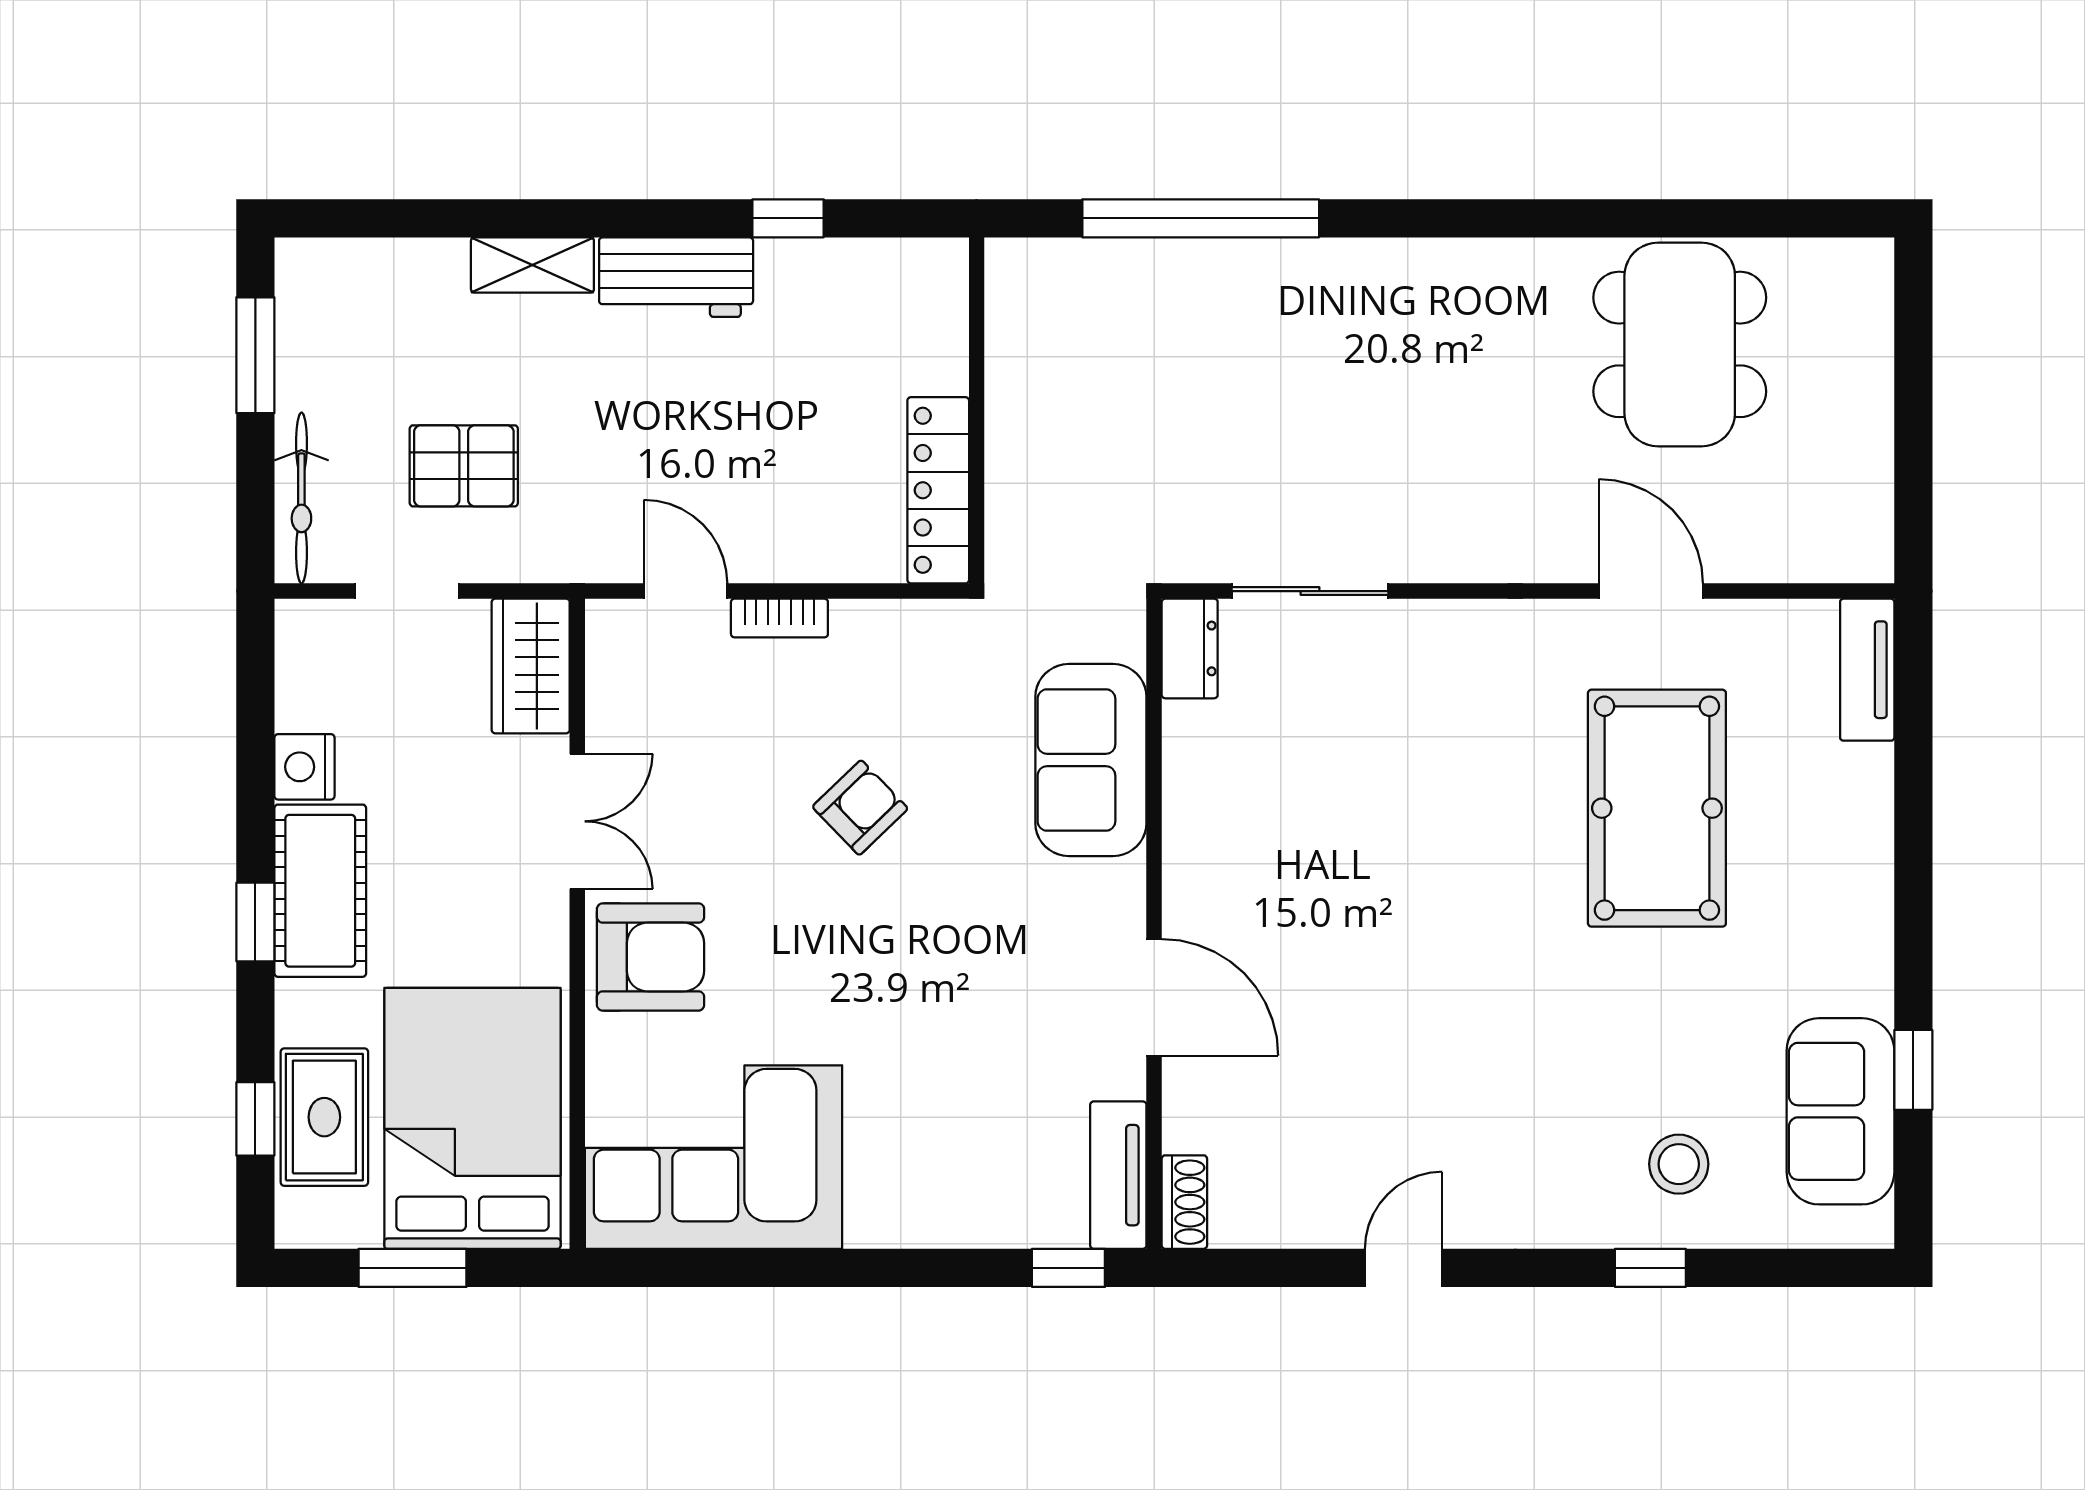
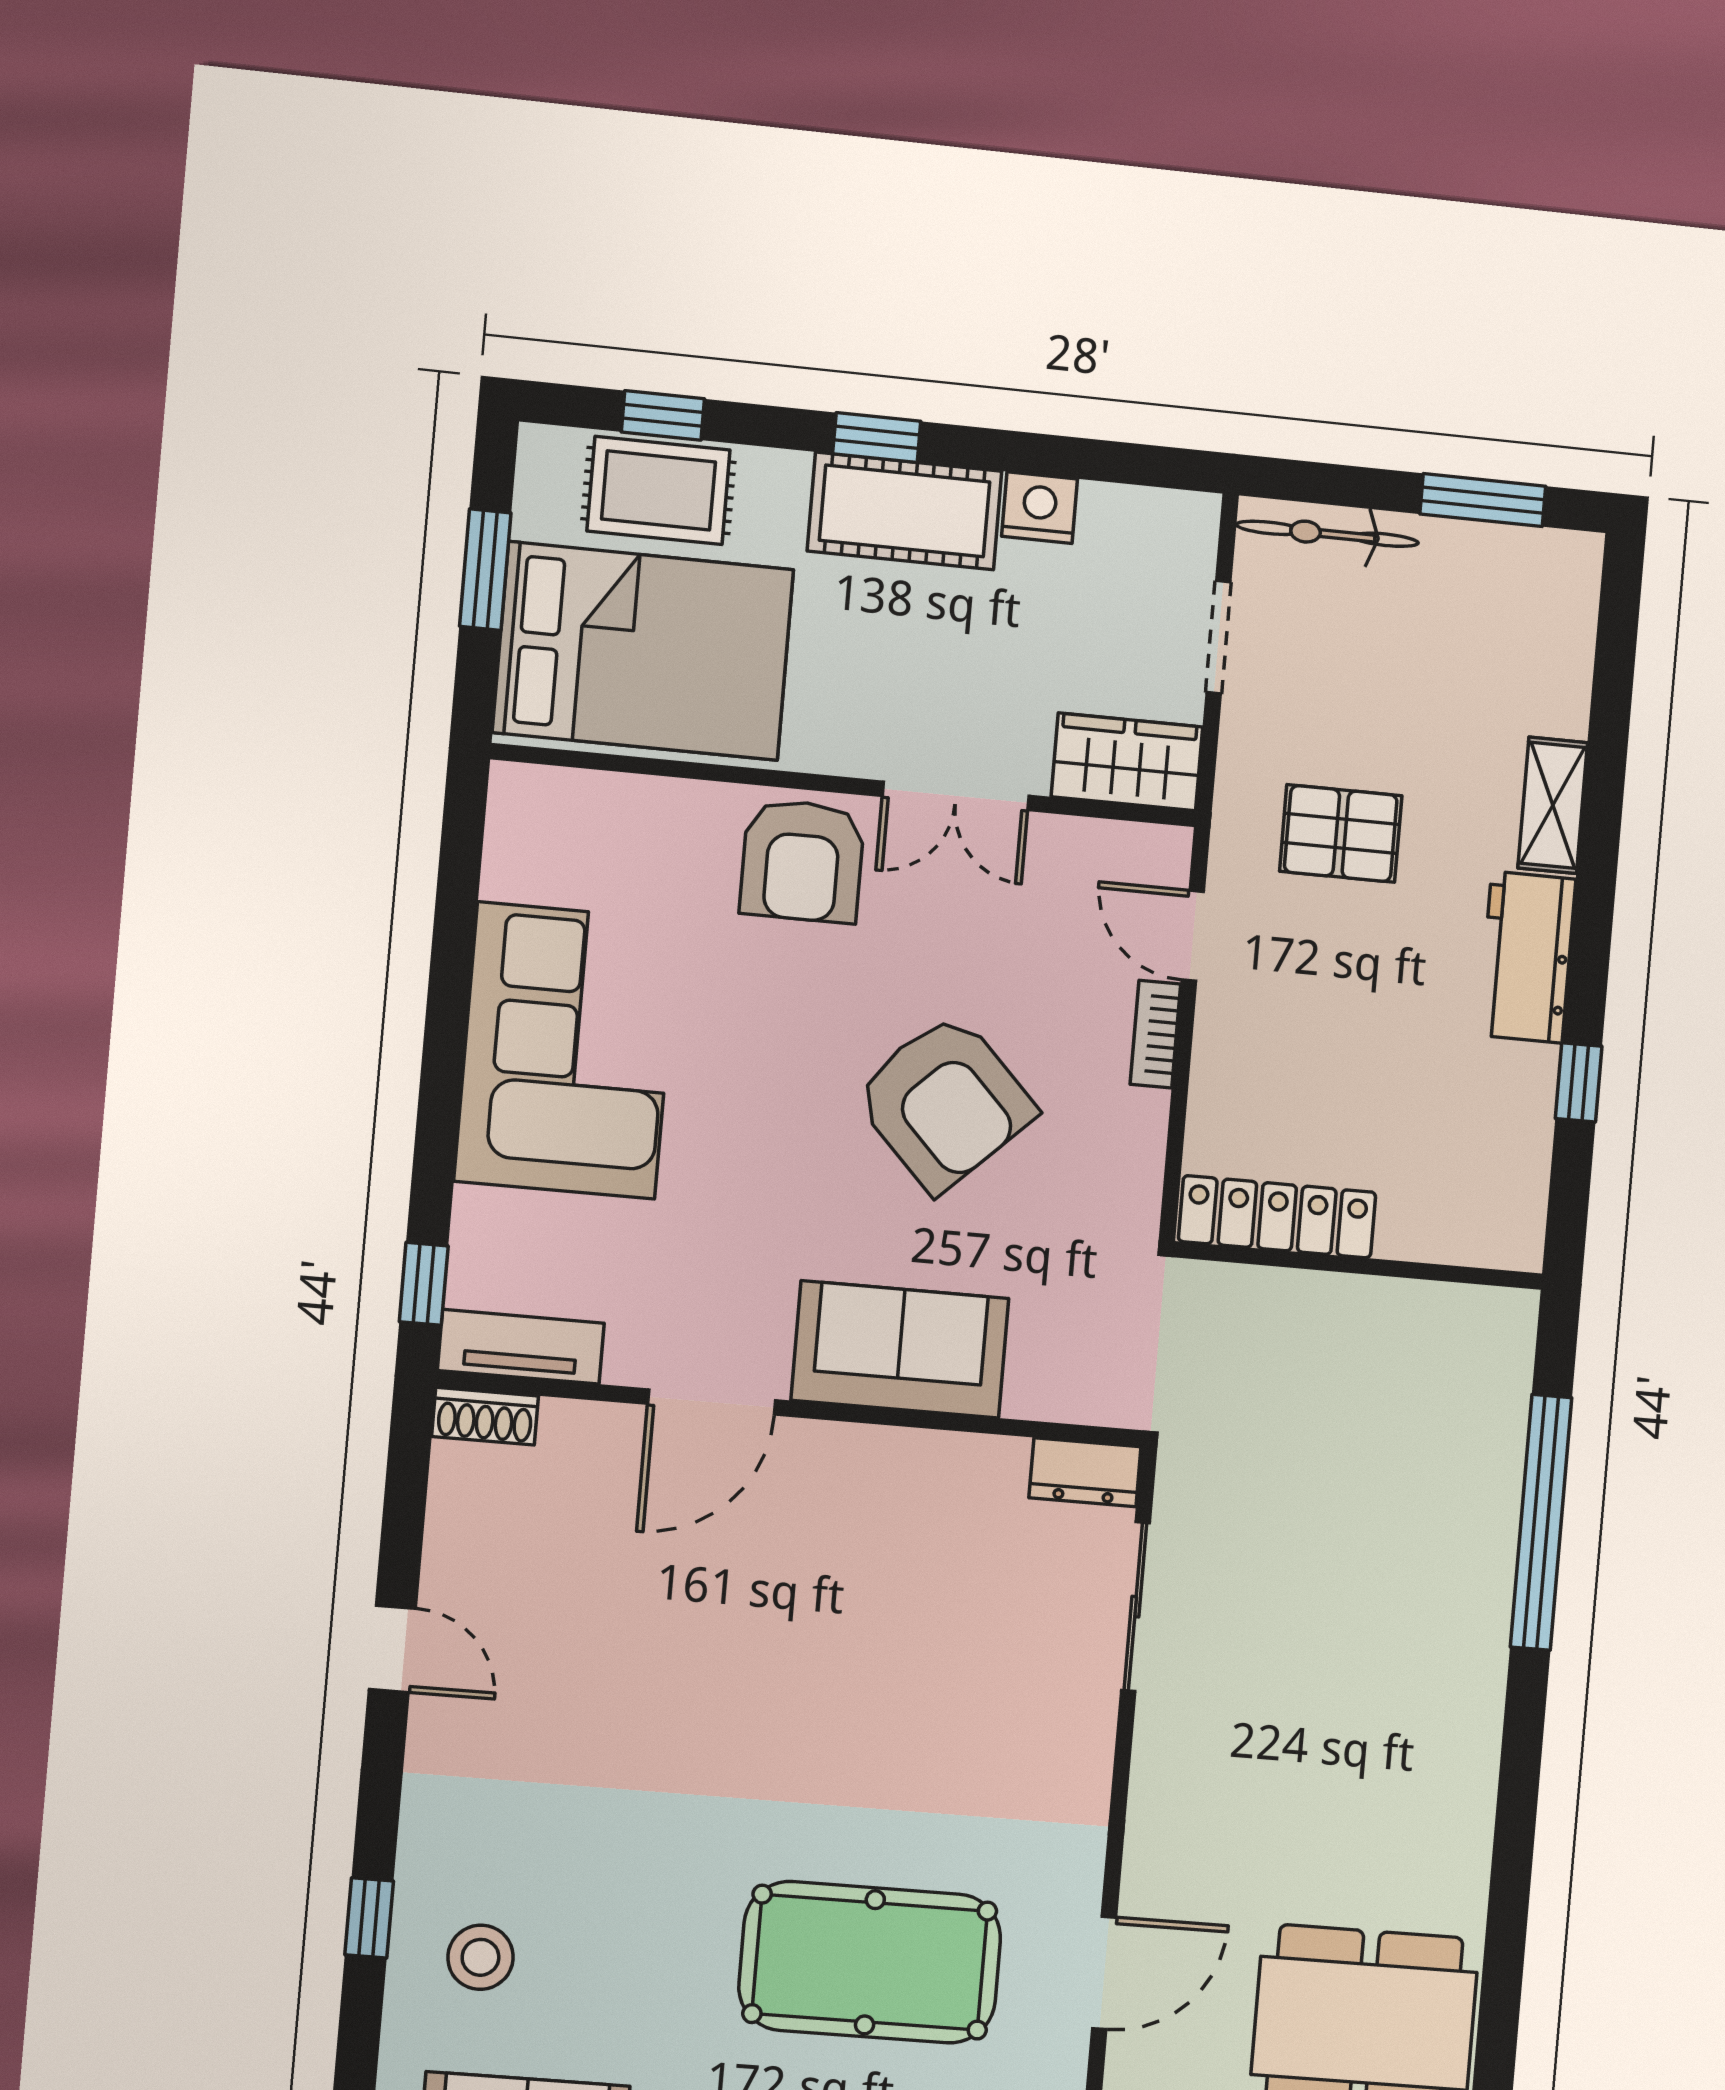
pallet: (464, 466) -> (1341, 834), moved, turned 90
door: (685, 591) -> (1193, 936), swing flipped
sofa: (1091, 760) -> (900, 1349), moved
armchair: (860, 808) -> (944, 1102), width x1.88, depth x1.88
corner sofa: (714, 1157) -> (566, 1050), moved

